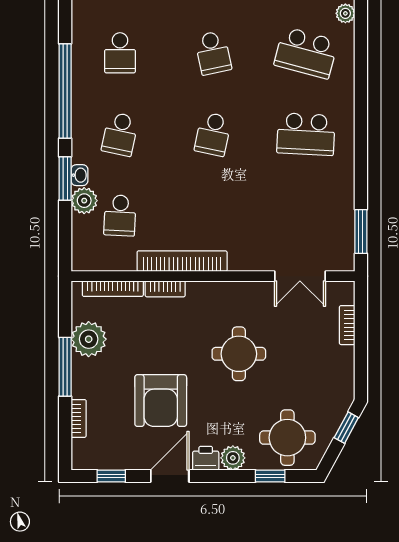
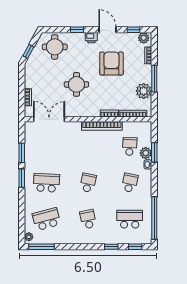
school desk: (120, 53) -> (130, 219), width x1.85
school desk: (306, 53) -> (46, 219), turned -30
window: (65, 91) -> (154, 218), moved
window: (361, 144) -> (22, 178), added
window: (65, 178) -> (154, 152), moved
window: (361, 232) -> (22, 153), moved
double door: (300, 276) -> (49, 119), width x1.37
plant: (233, 458) -> (144, 38), moved
door: (170, 476) -> (107, 30), swing flipped
window: (270, 476) -> (77, 30), moved

